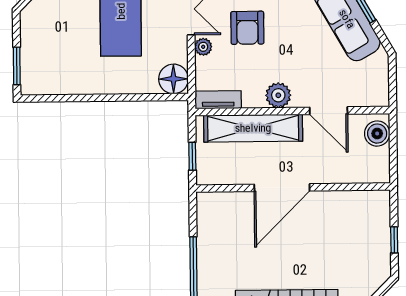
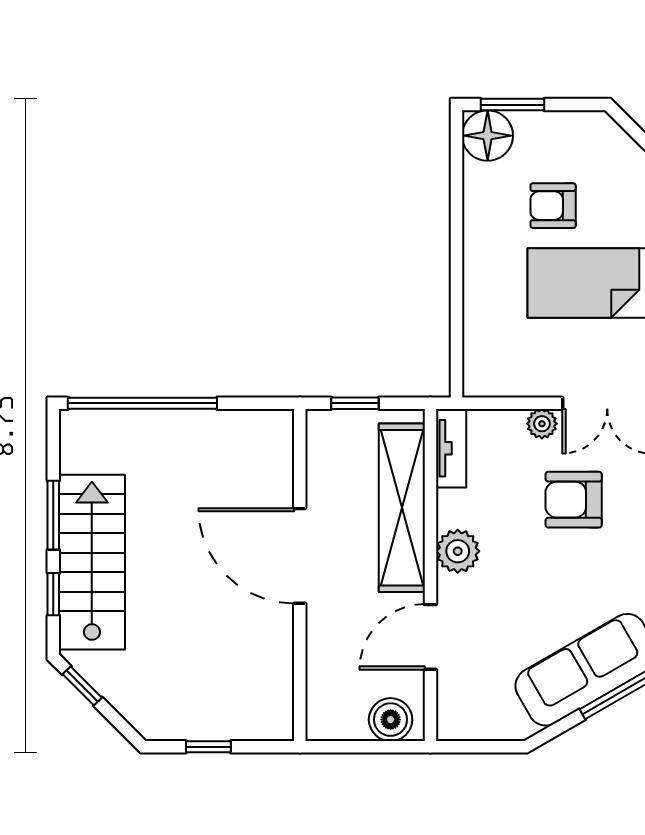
armchair: (76, 42) -> (553, 206), added
floor lamp: (173, 79) -> (488, 136), moved

